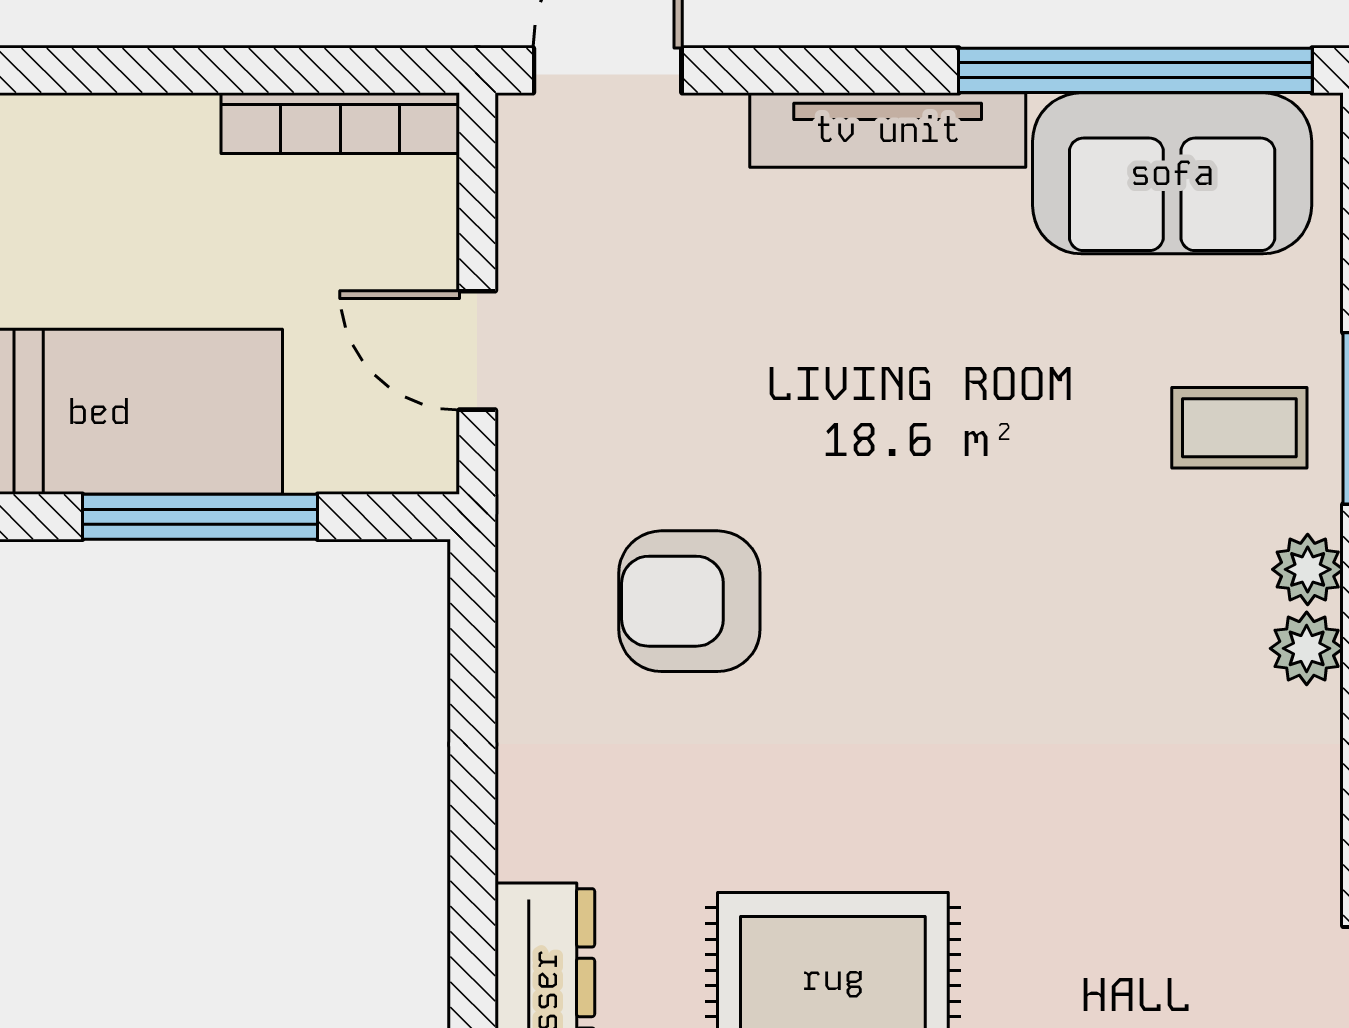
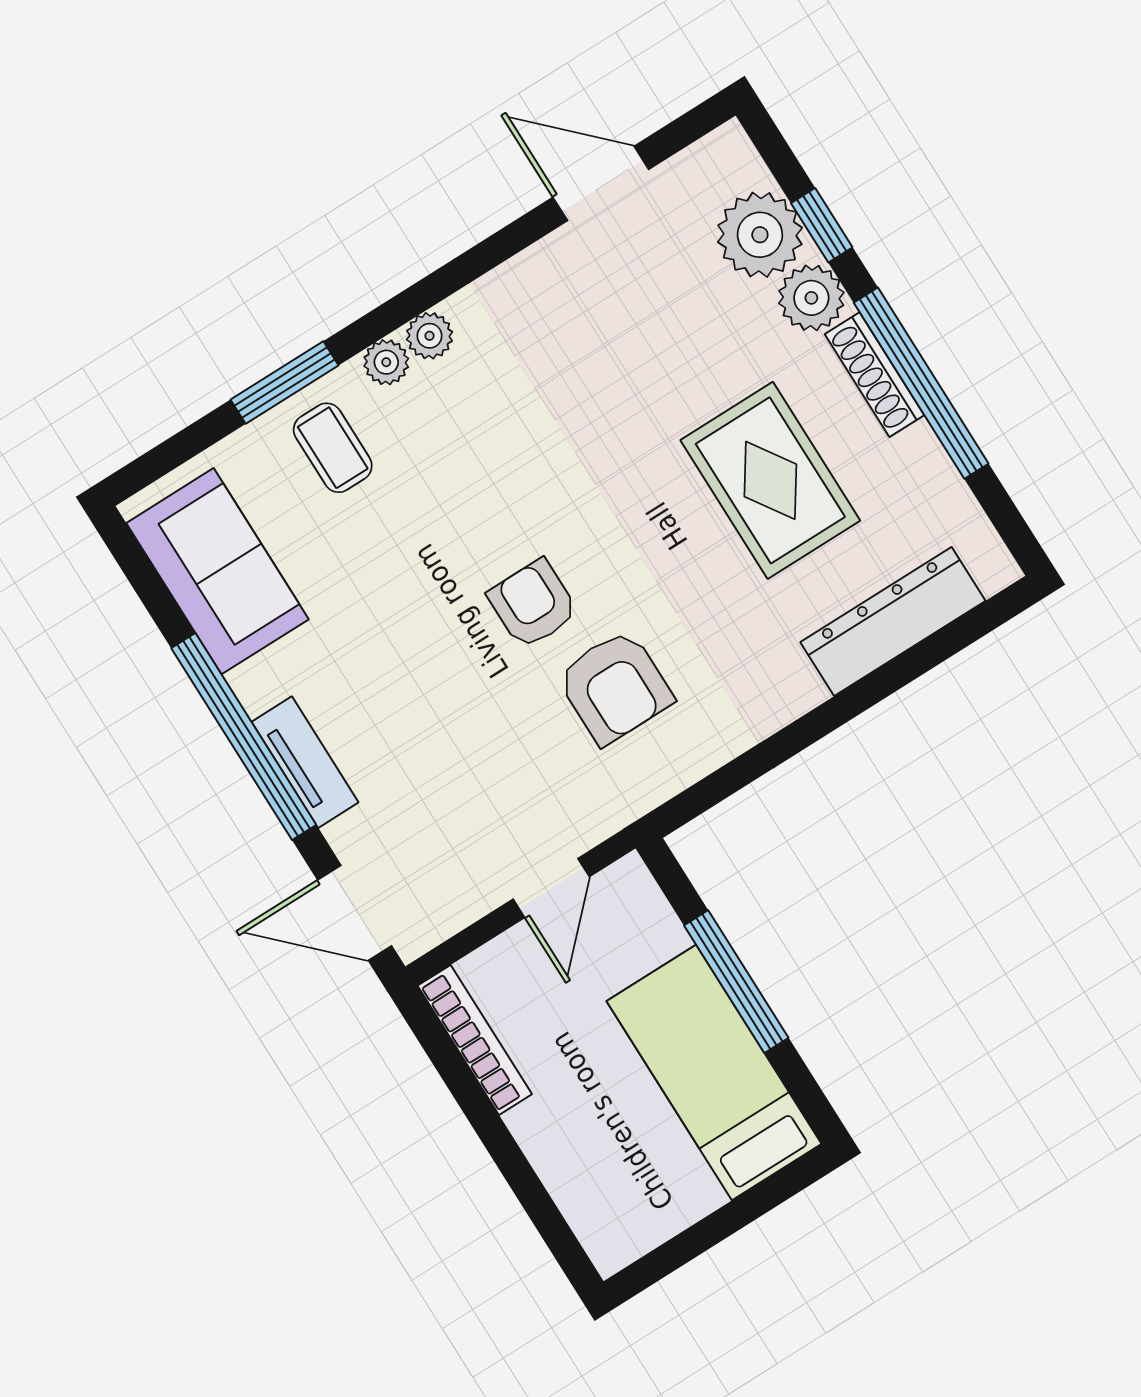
window: (1135, 70) -> (244, 737), moved
tv unit: (888, 130) -> (305, 762), width x0.71
armchair: (867, 562) -> (533, 604), added

